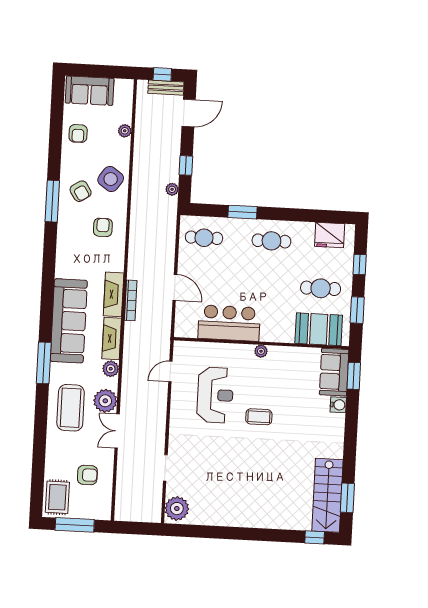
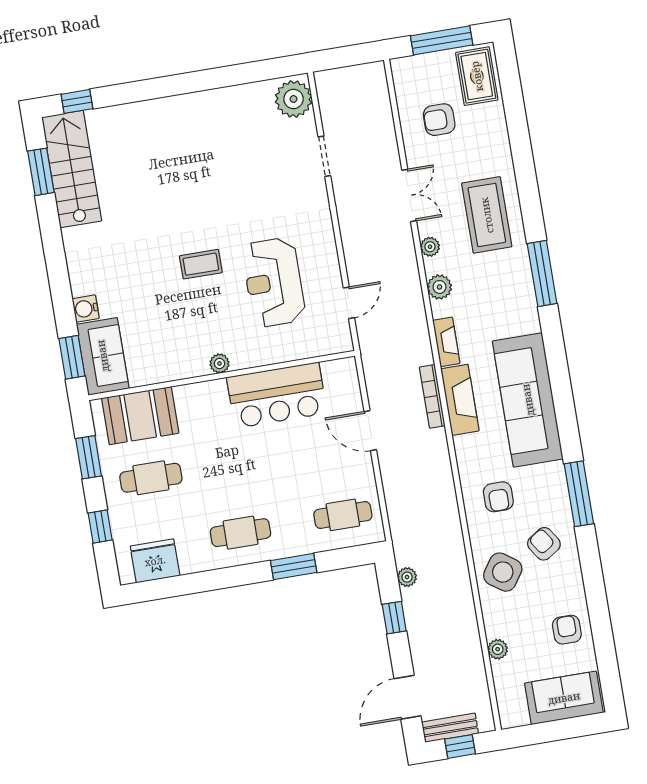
window: (52, 201) -> (579, 494), moved
sofa: (69, 321) -> (528, 400), moved
fireplace: (112, 339) -> (446, 342), width x0.73, depth x0.76
plant: (105, 401) -> (430, 247), width x0.53, depth x0.53

